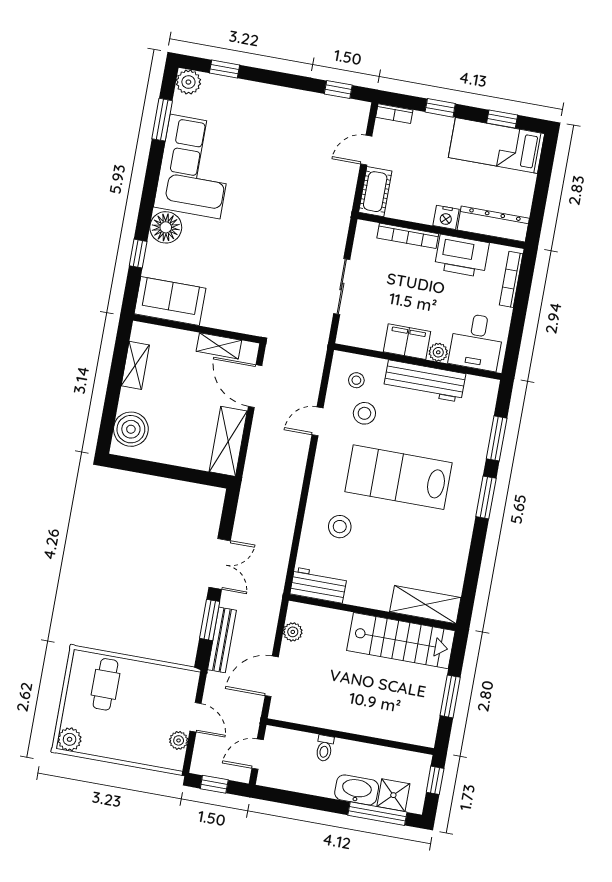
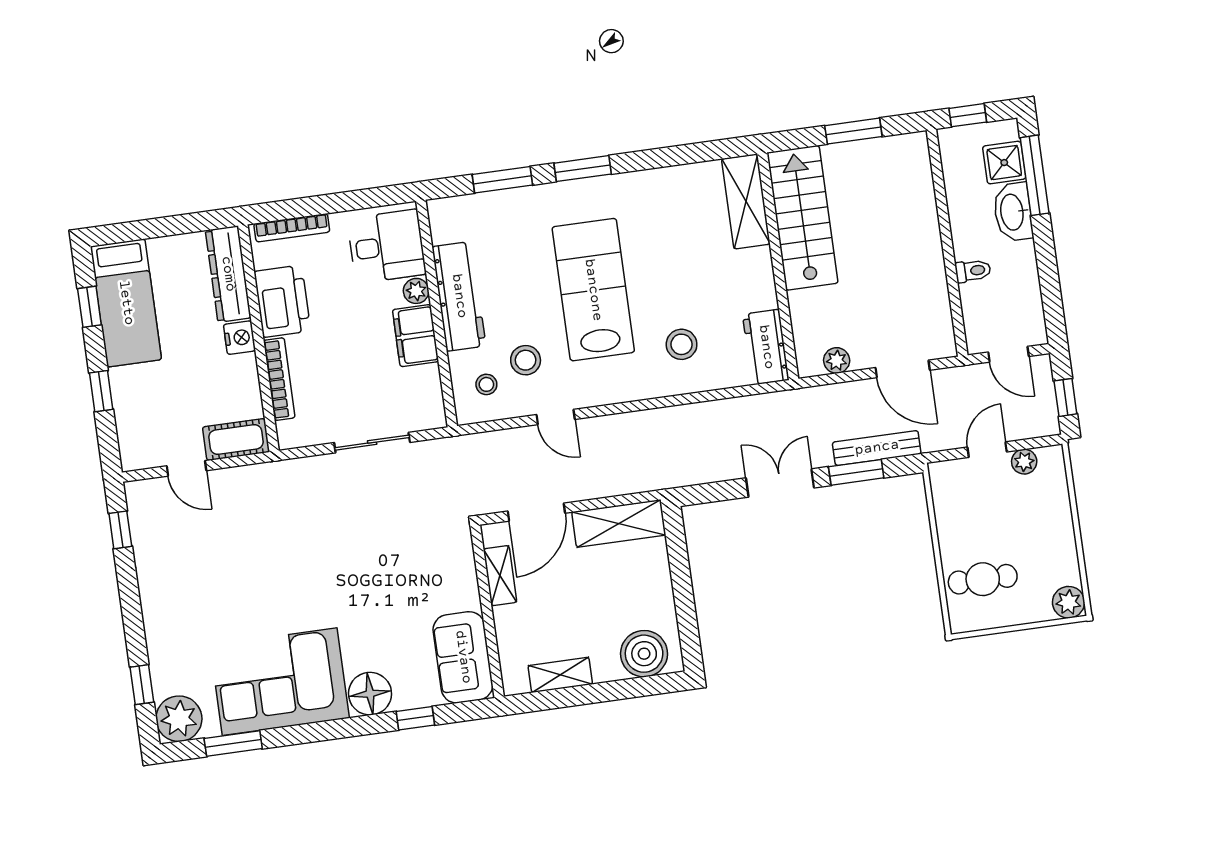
plant: (188, 82) -> (179, 719), width x1.36, depth x1.36
bookcase: (394, 114) -> (128, 448), removed
lab bench: (398, 477) -> (593, 290), turned 180

